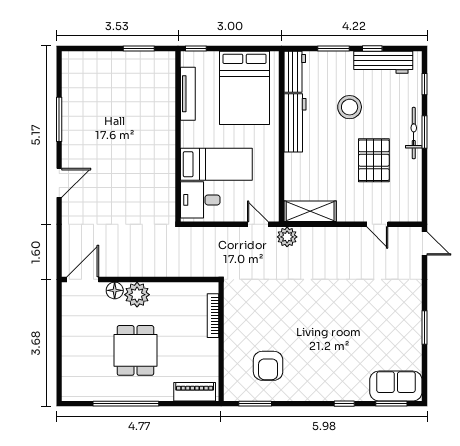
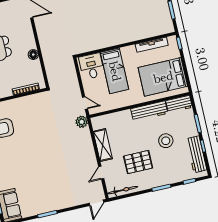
bicycle: (414, 133) -> (123, 190), moved
shelving: (310, 211) -> (103, 145), moved
door: (258, 224) -> (85, 103), hinge flipped
floor lamp: (115, 290) -> (33, 55), moved
plant: (137, 295) -> (28, 42), removed

